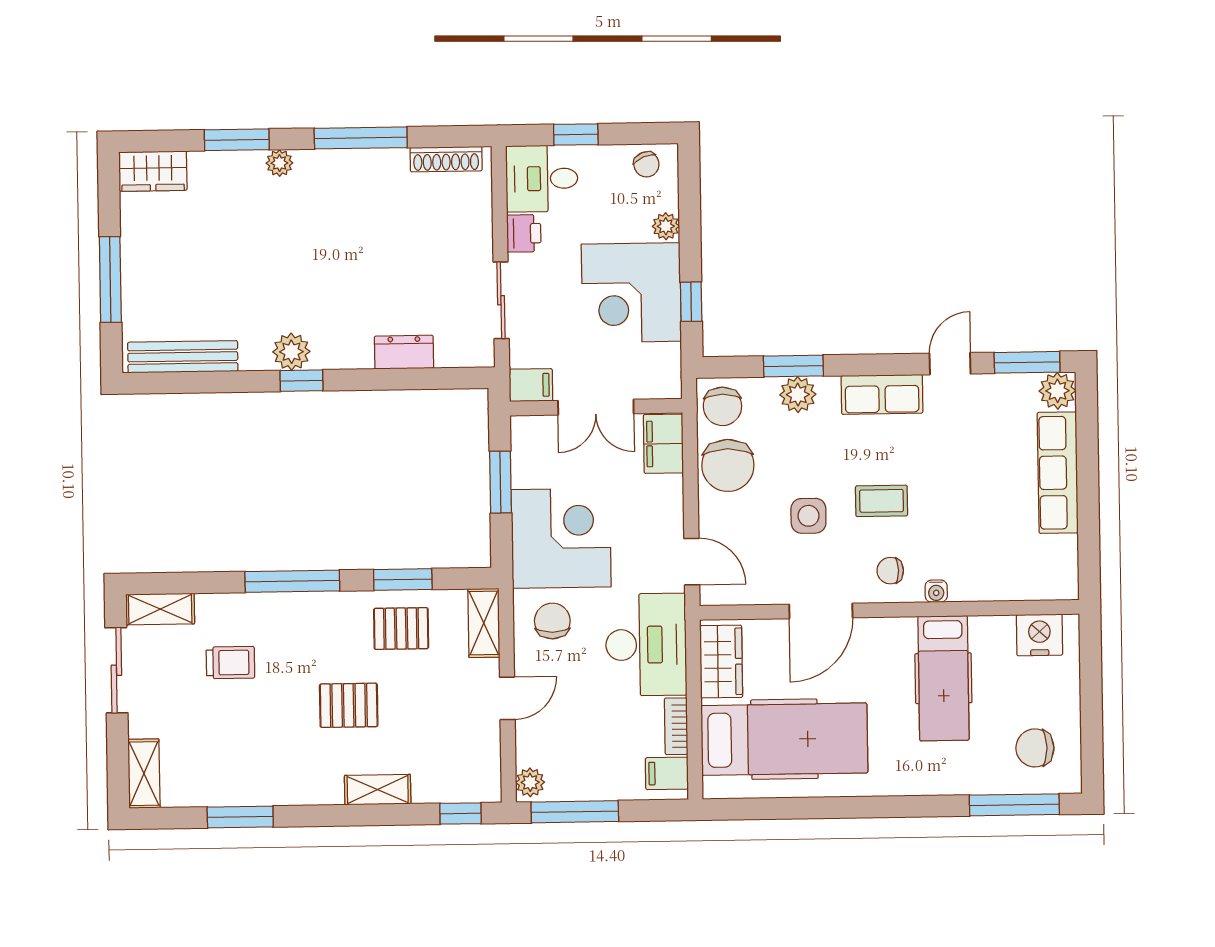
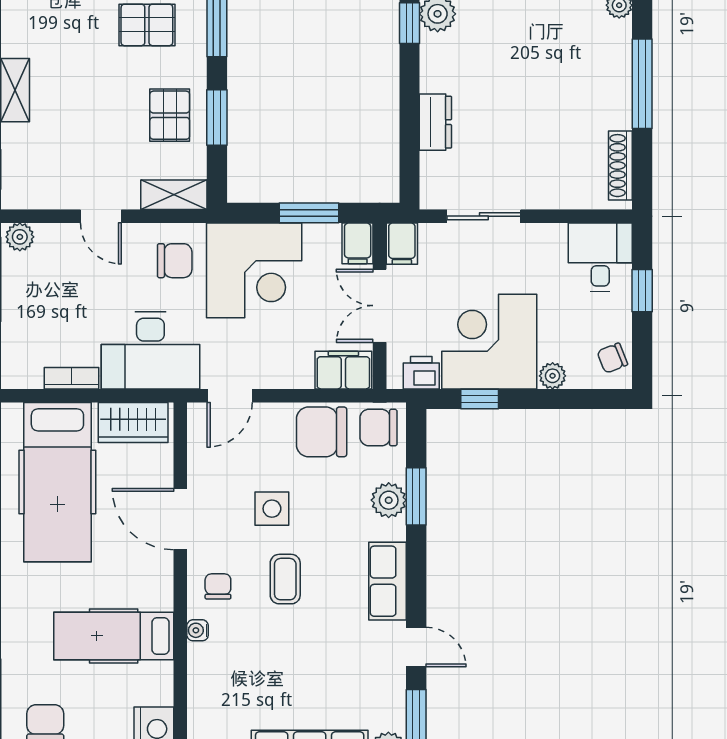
printer: (524, 233) -> (421, 373), moved, turned 180
pallet: (349, 705) -> (147, 25), moved, turned 90
filing cabinet: (667, 773) -> (358, 243), moved, turned 180

